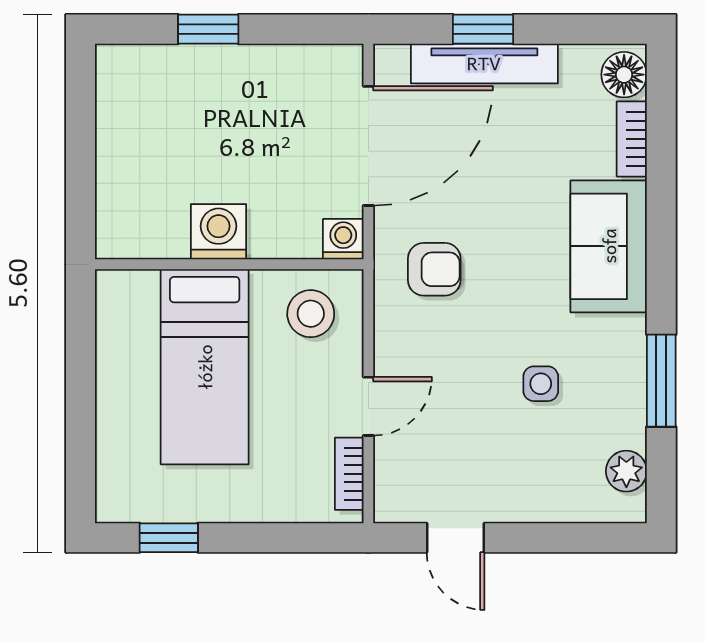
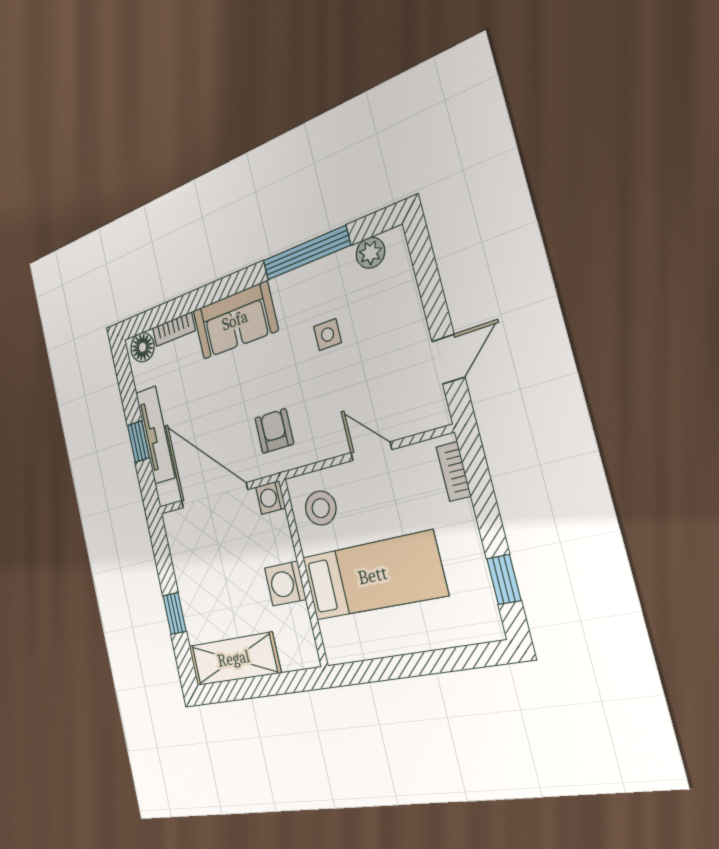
shelving: (125, 119) -> (234, 659), added
window: (661, 381) -> (306, 253), width x1.44
bookcase: (349, 474) -> (454, 472), moved, turned 90

